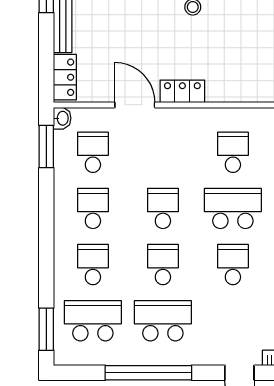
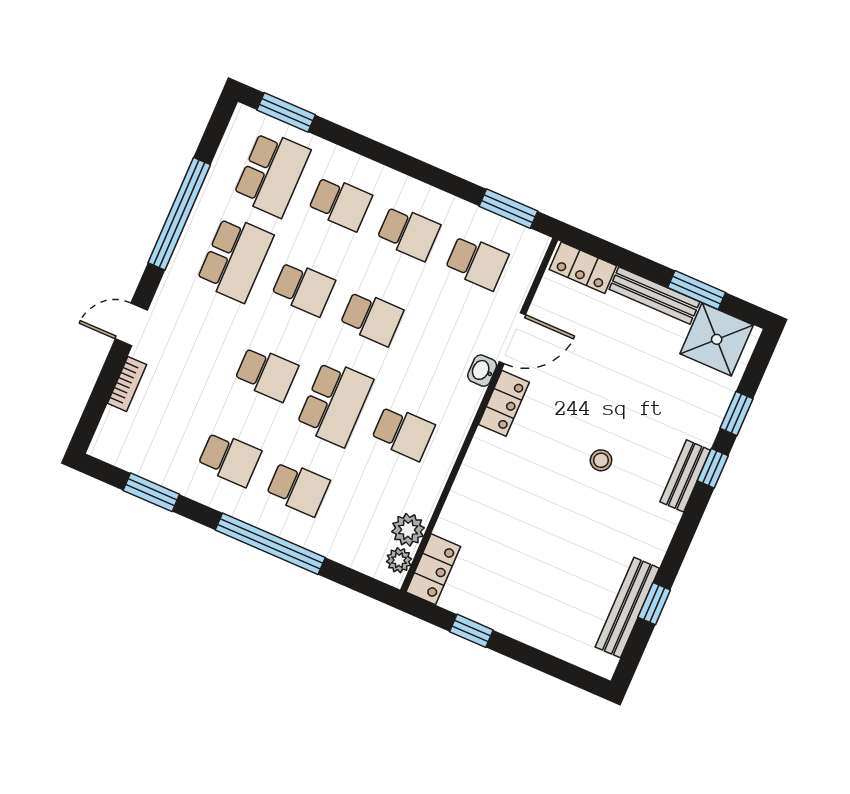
washbasin: (62, 118) -> (482, 371), moved, turned 90

